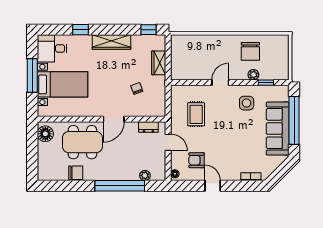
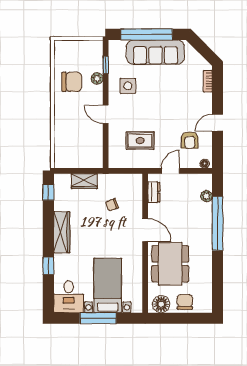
chair: (76, 173) -> (185, 302), moved

